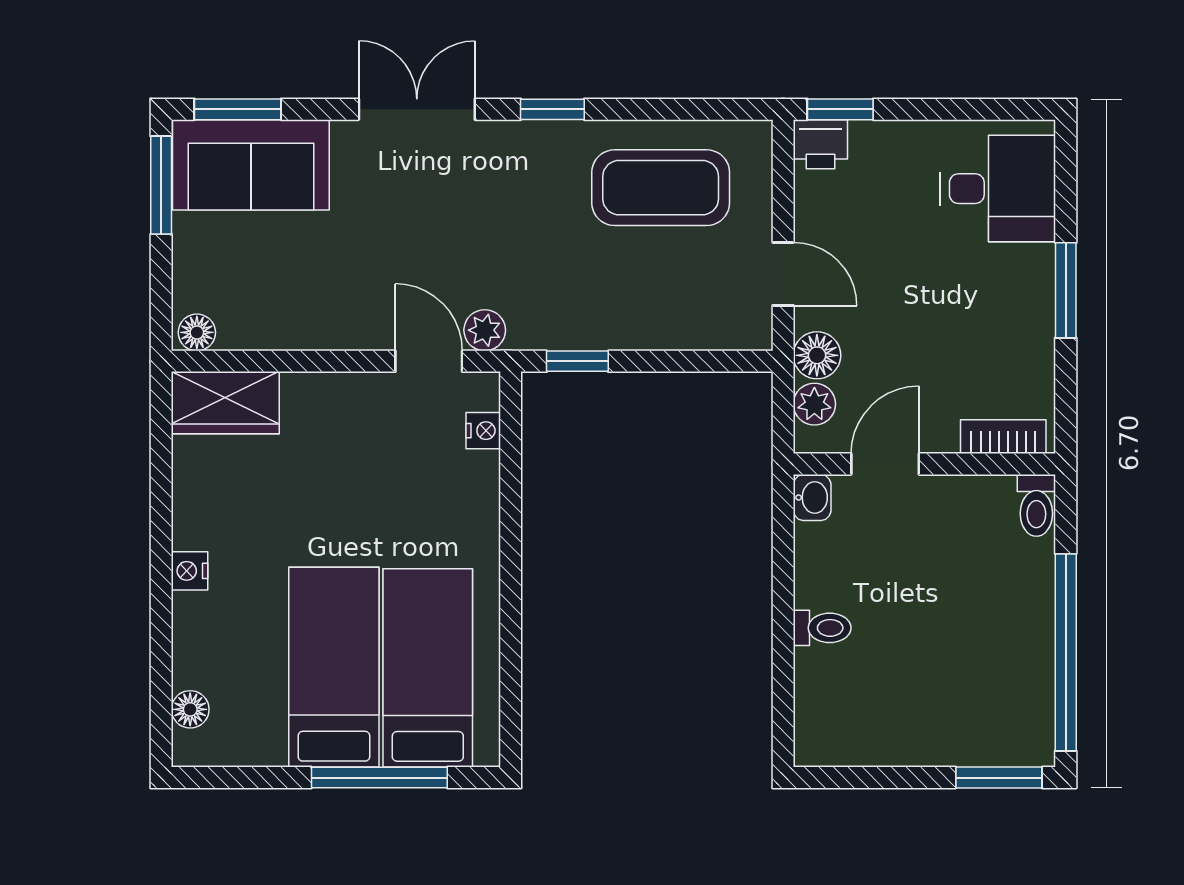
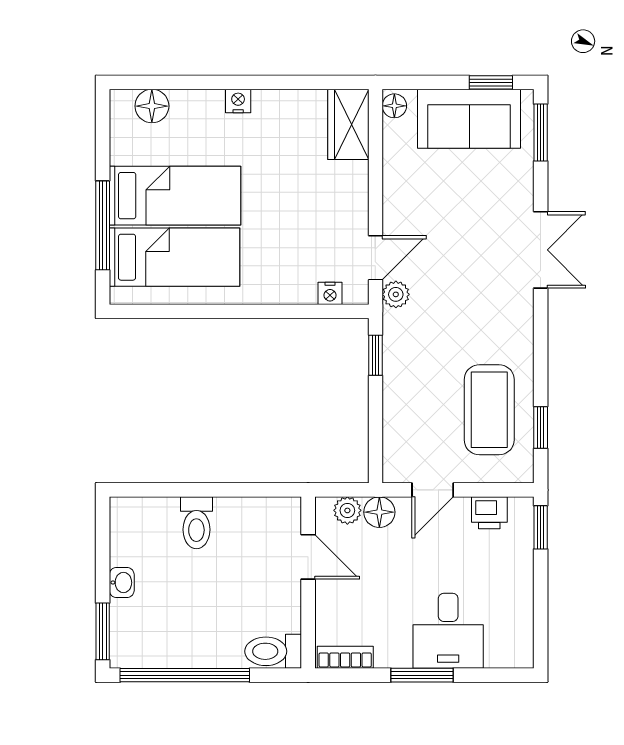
window: (552, 109) -> (541, 428), moved
printer: (820, 144) -> (489, 513), moved, turned -90
sofa: (251, 165) -> (469, 119), moved, turned -90
window: (161, 185) -> (491, 82), width x0.67
desk: (998, 189) -> (448, 631), moved
bookcase: (1003, 437) -> (345, 657), moved, turned -90
washbasin: (812, 498) -> (122, 583), moved, turned -90
toilet: (1036, 505) -> (273, 651), width x1.37, depth x1.39
toilet: (822, 628) -> (196, 523), width x1.37, depth x1.39
floor lamp: (190, 709) -> (152, 106), width x1.37, depth x1.37

